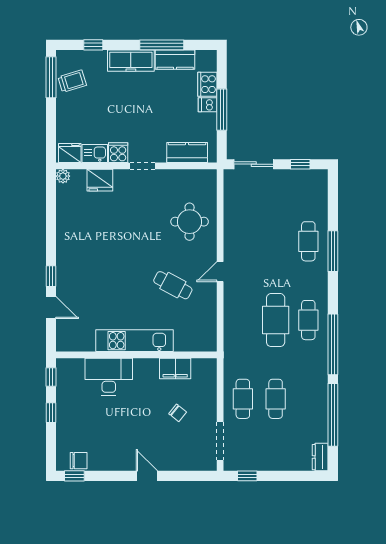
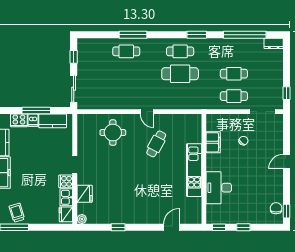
kitchen counter: (187, 152) -> (53, 121), moved, turned -90
window: (51, 276) -> (118, 227), moved
window: (333, 344) -> (197, 35), width x0.47

